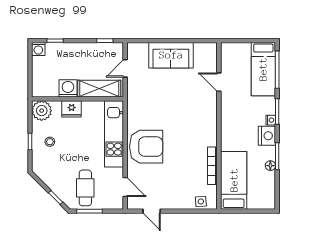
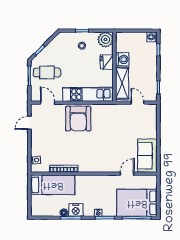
sofa: (171, 55) -> (147, 156), moved
bed: (263, 69) -> (137, 203), width x1.50
nightstand: (267, 136) -> (76, 210), moved
door: (125, 187) -> (48, 103), swing flipped

